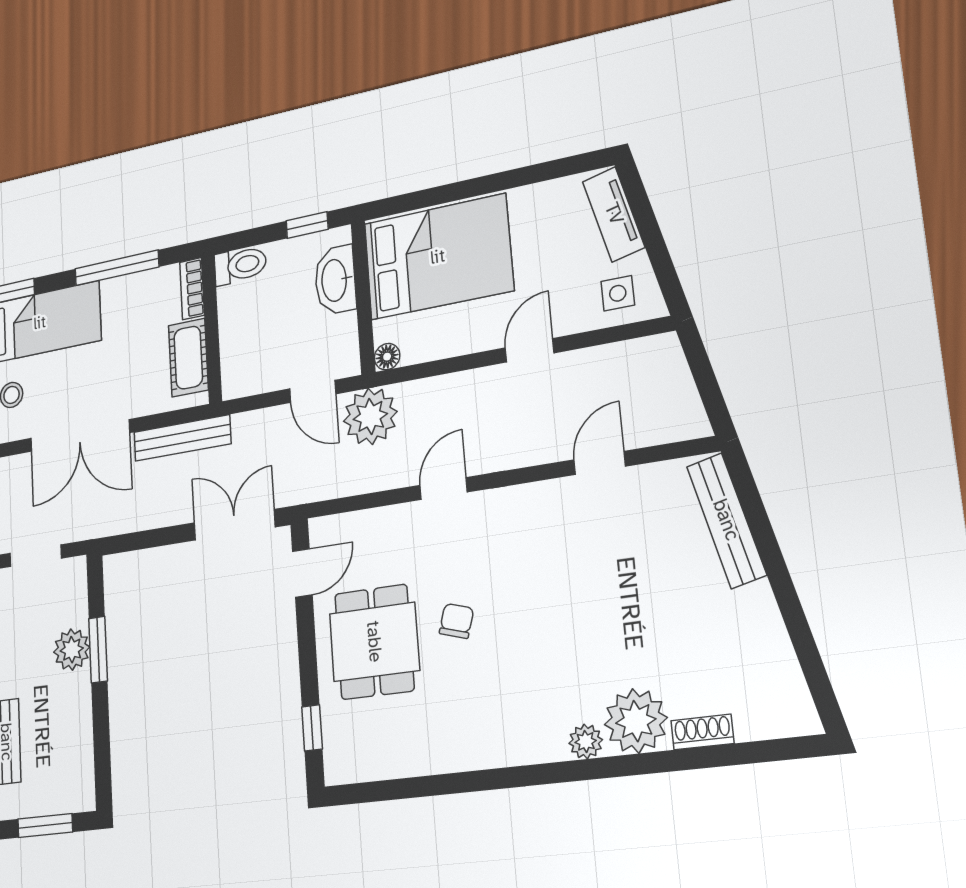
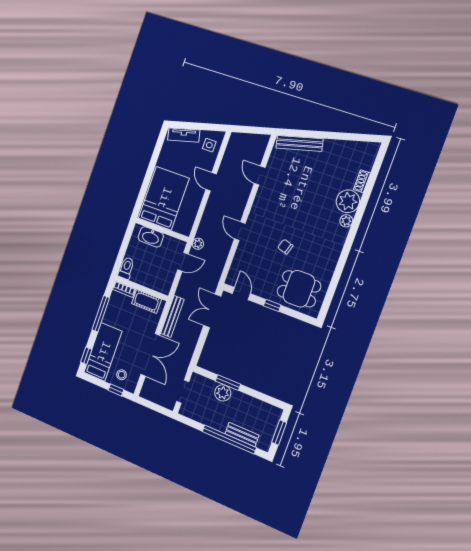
window: (307, 225) -> (127, 238), removed
floor lamp: (387, 357) -> (186, 231), removed
plant: (370, 416) -> (198, 244), width x0.53, depth x0.53
dining table: (374, 642) -> (299, 289), moved
window: (312, 728) -> (272, 305), moved

